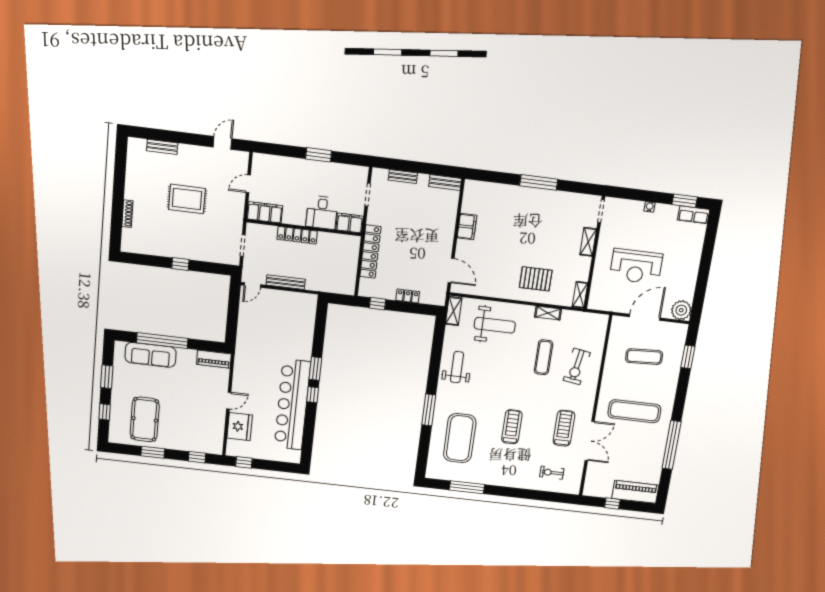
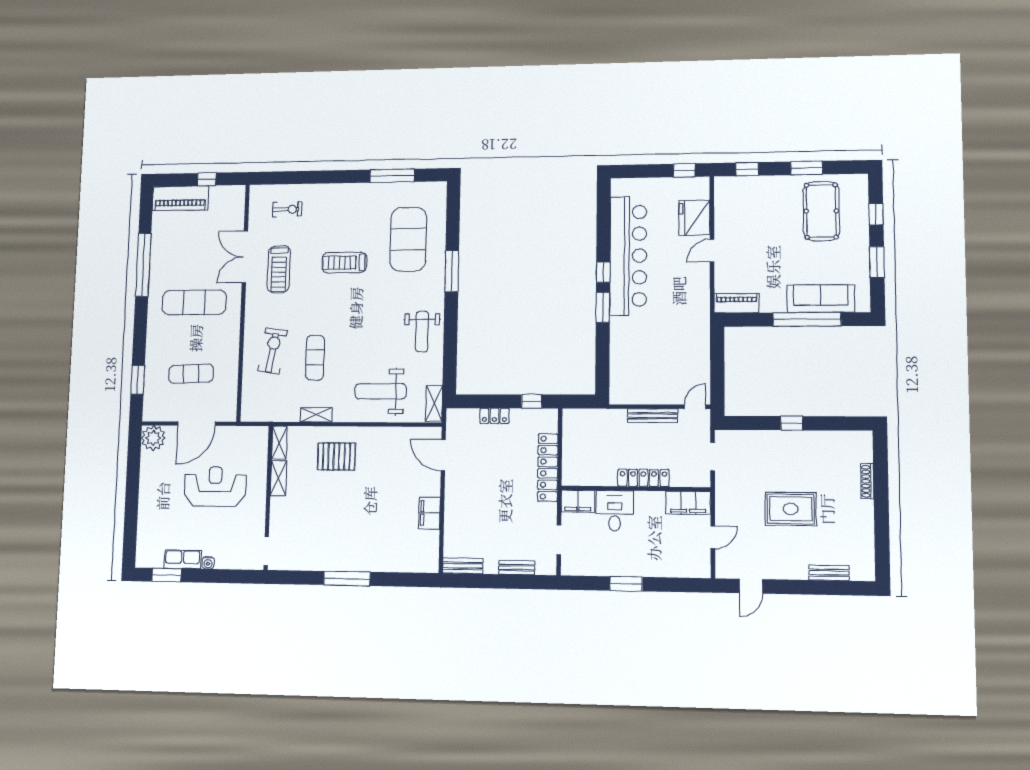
row of seats: (694, 215) -> (183, 559), moved
shelving: (588, 242) -> (279, 478), moved
treadmill: (512, 427) -> (344, 263), turned 90

